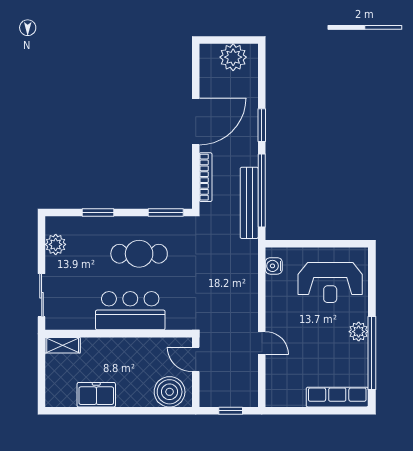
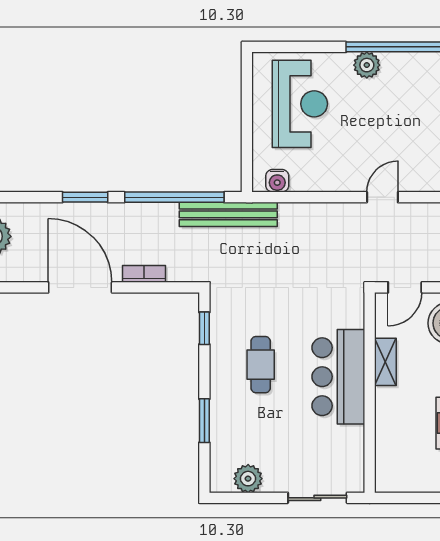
bookcase: (206, 177) -> (144, 274), width x0.64
bench: (249, 203) -> (228, 214), moved
window: (166, 213) -> (204, 328), width x0.67
cafe table: (139, 254) -> (261, 365), width x0.73, depth x0.74
shelving: (63, 345) -> (385, 362), moved

